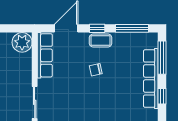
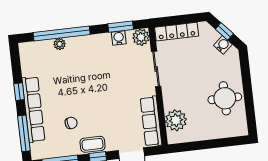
plant: (22, 42) -> (176, 120), moved
chair: (96, 70) -> (71, 123), moved

